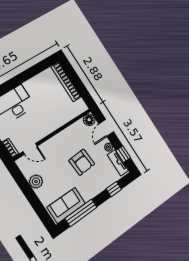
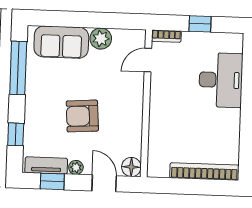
sofa: (66, 205) -> (61, 42), moved, turned 90

